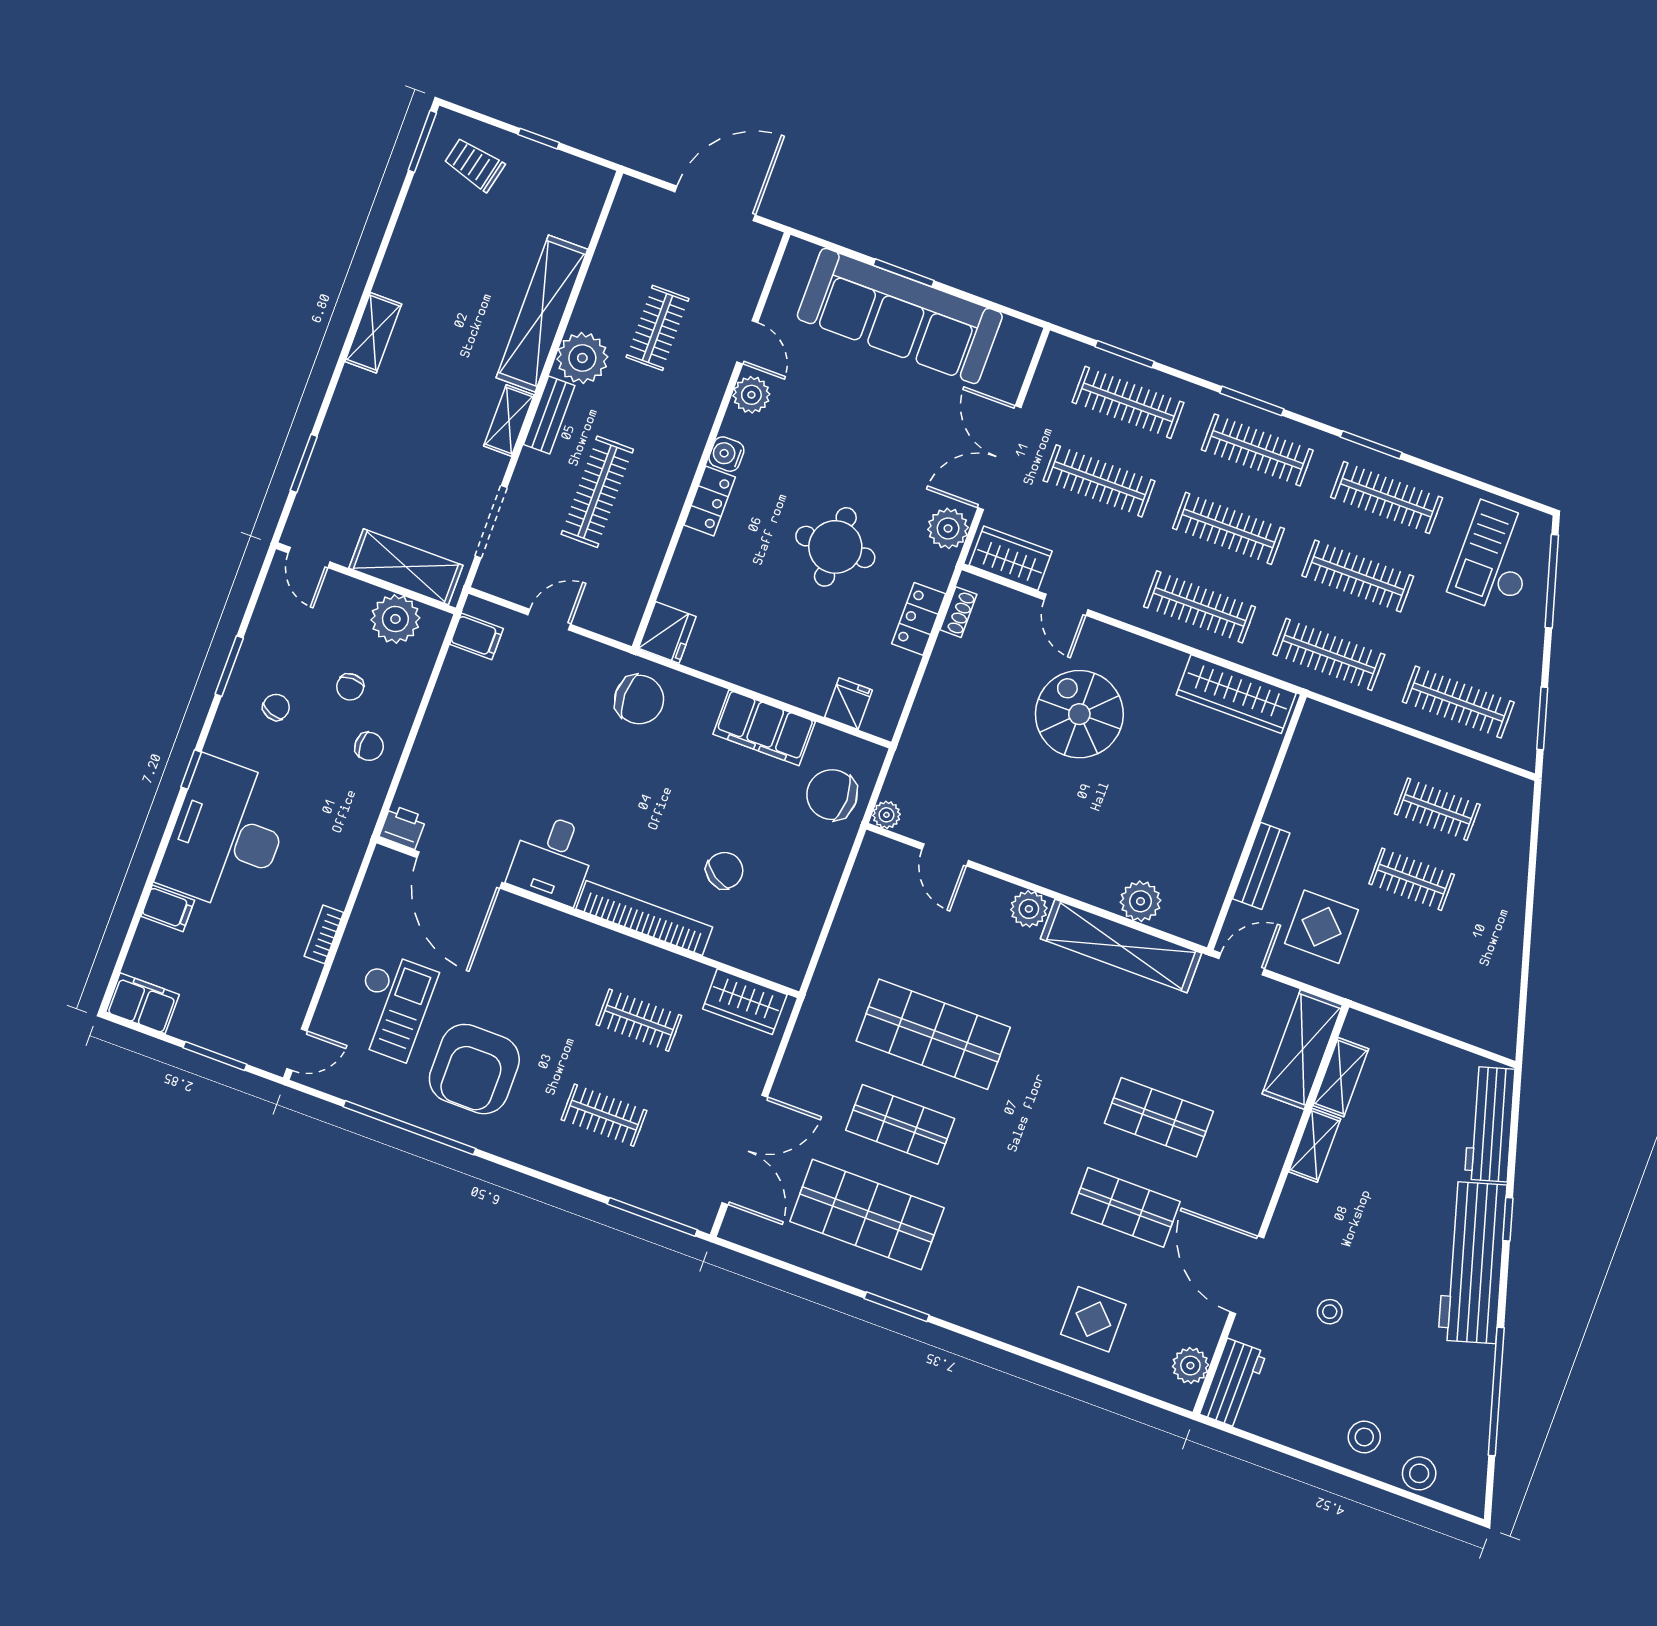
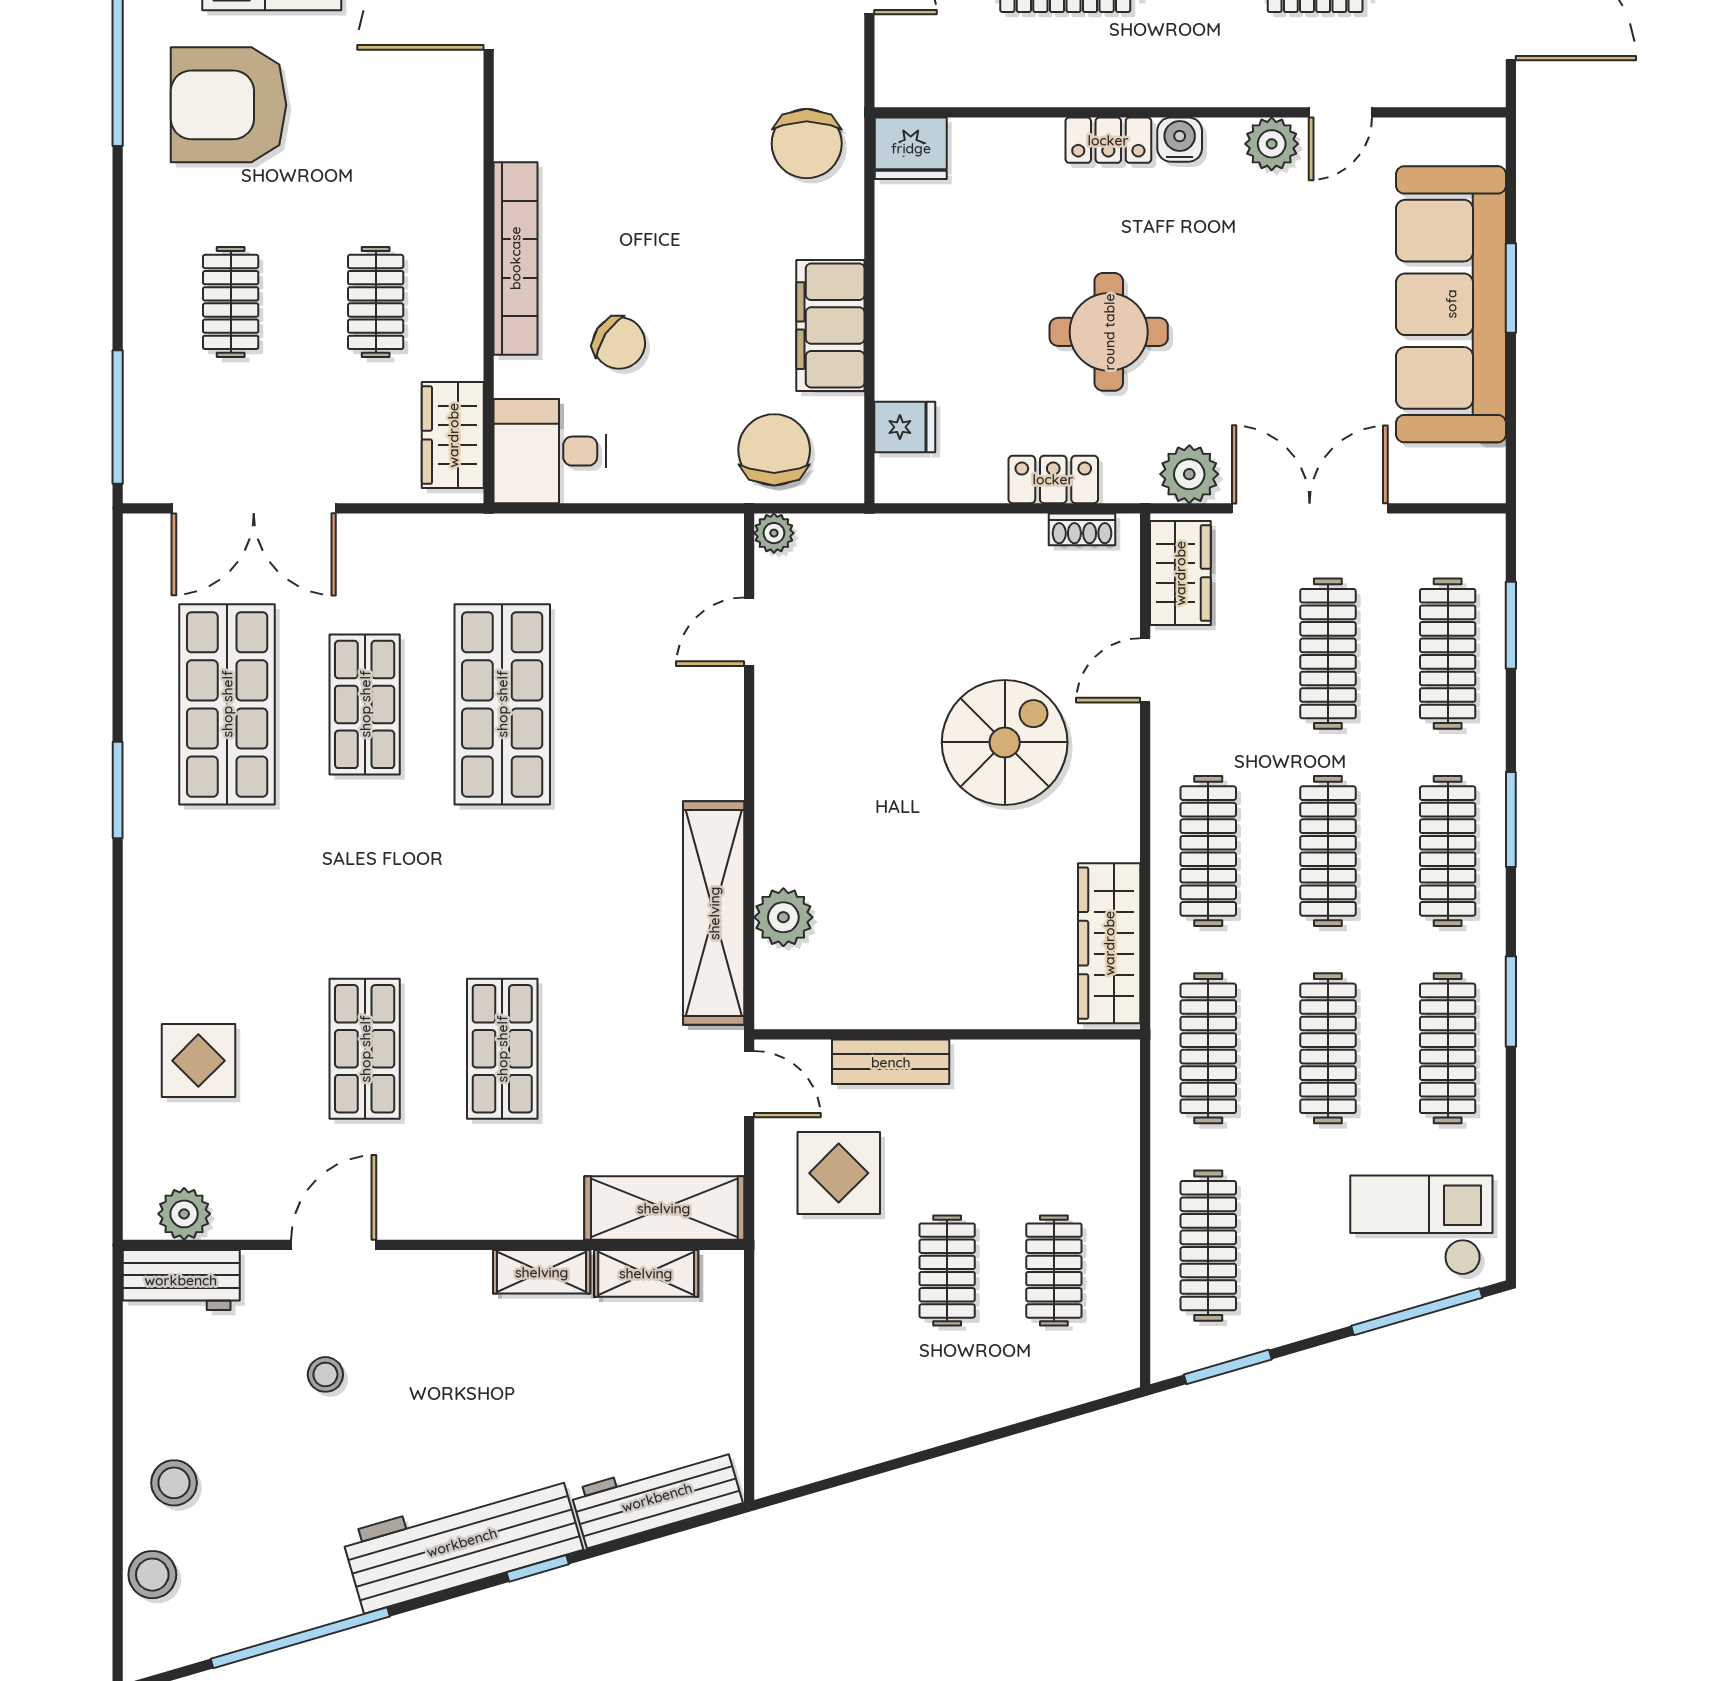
desk: (553, 859) -> (550, 451), moved
plant: (1029, 909) -> (718, 771), removed
door: (1247, 1275) -> (334, 1245), width x0.73

